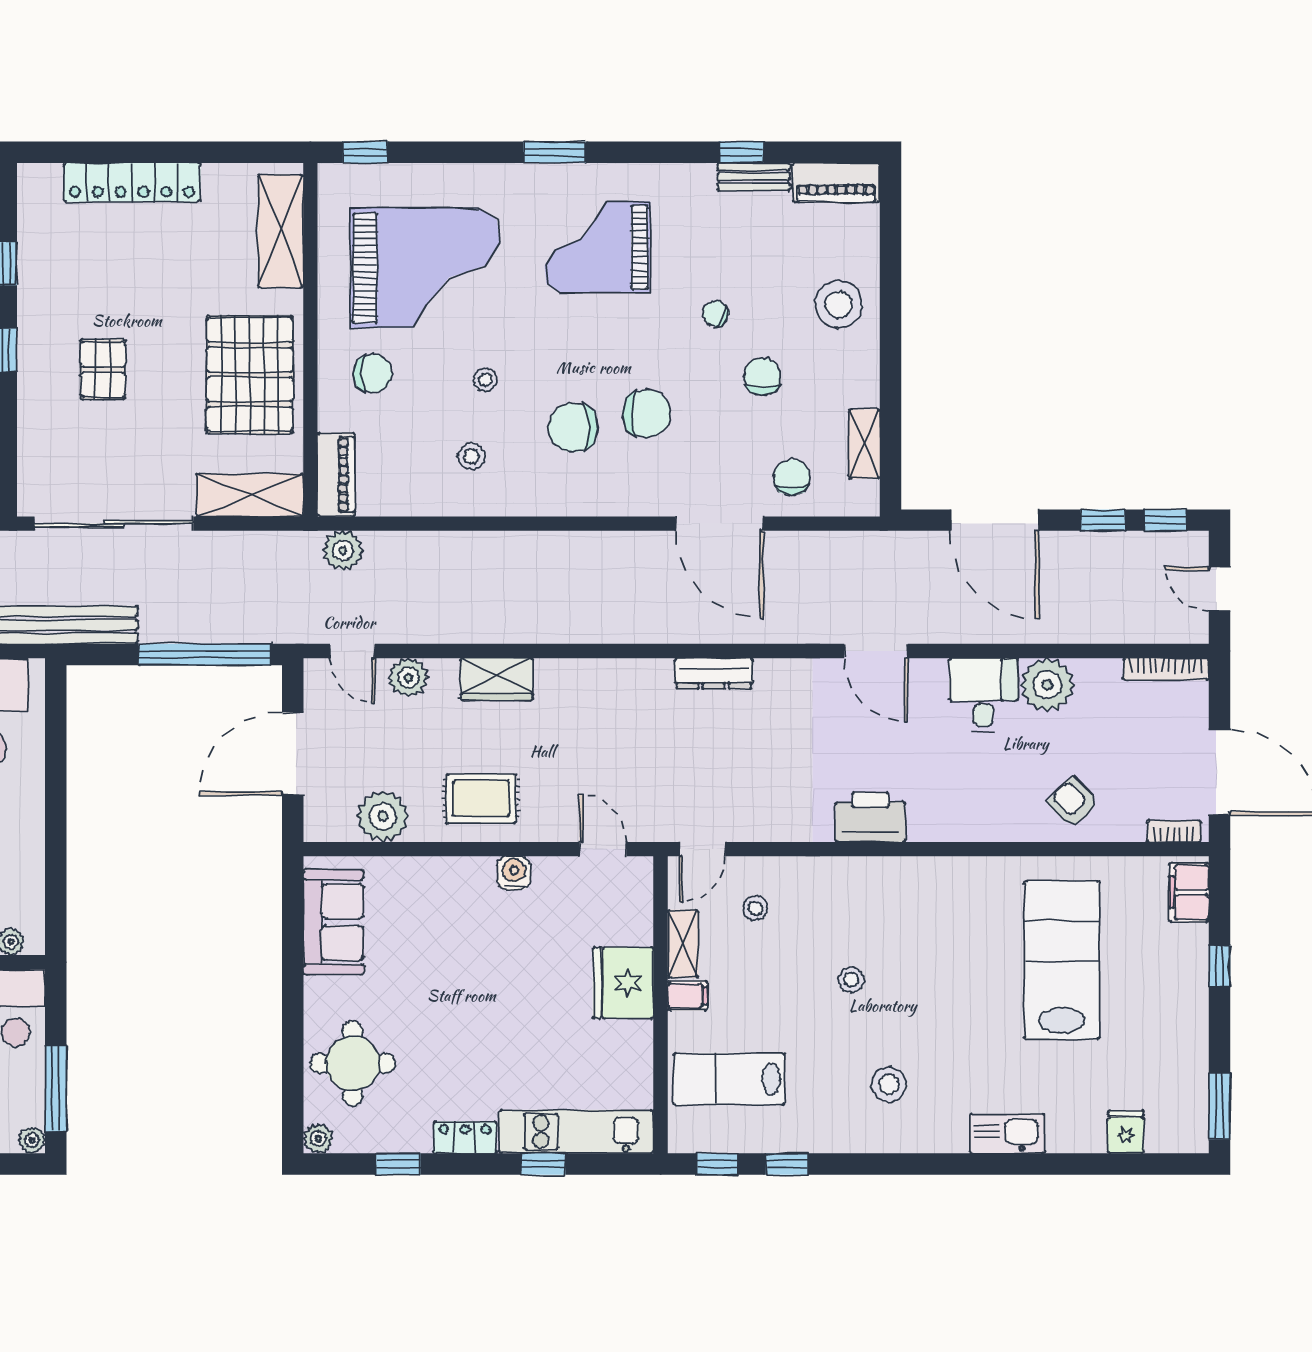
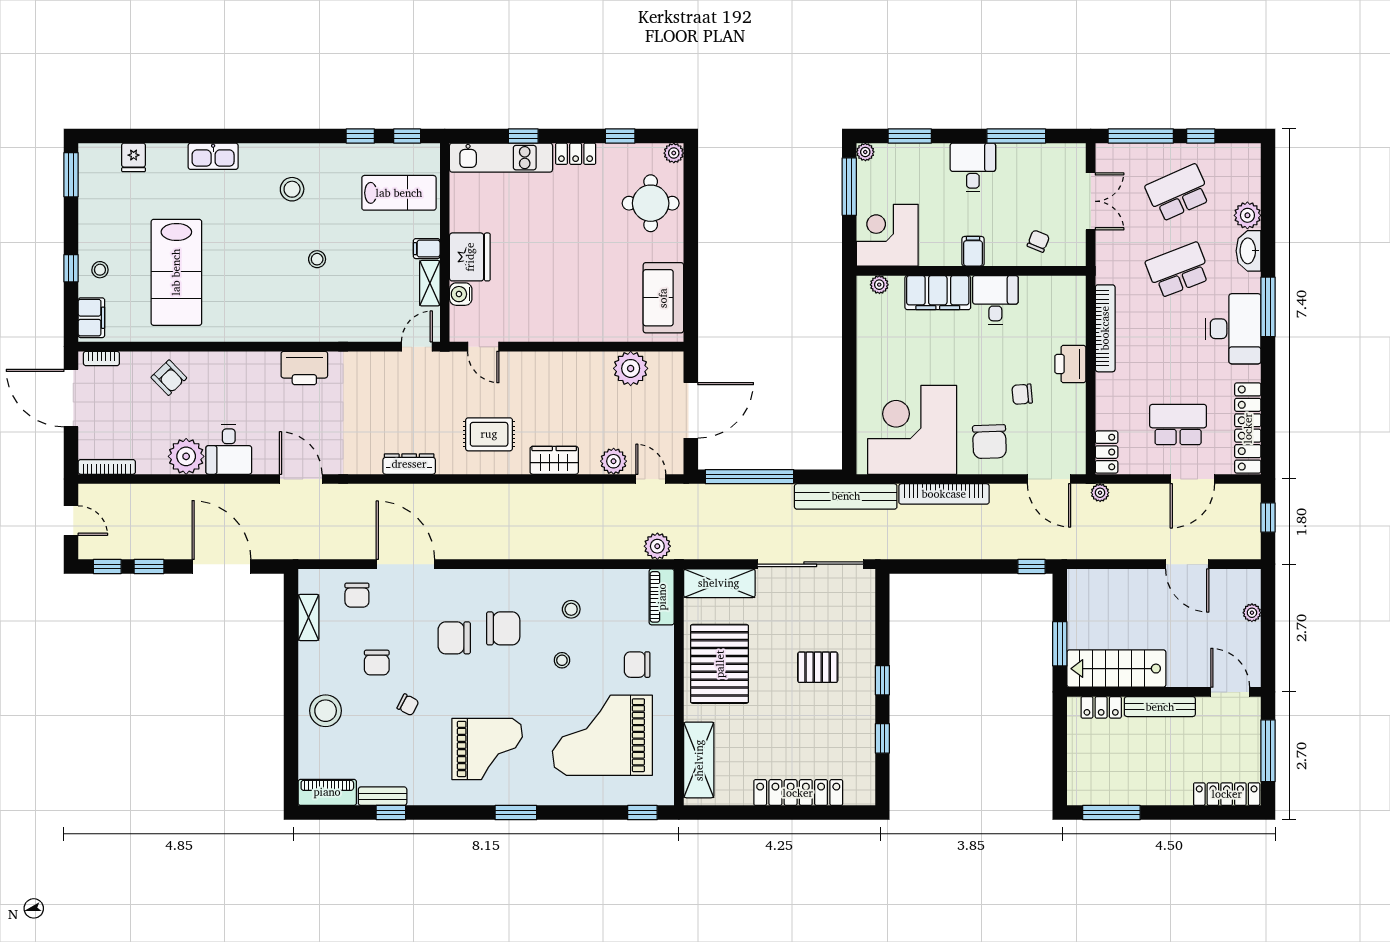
pallet: (103, 369) -> (818, 667), turned 90
rug: (481, 798) -> (489, 434), moved
water cooler: (514, 873) -> (461, 294), moved, turned 90
stool: (755, 908) -> (100, 270), moved

